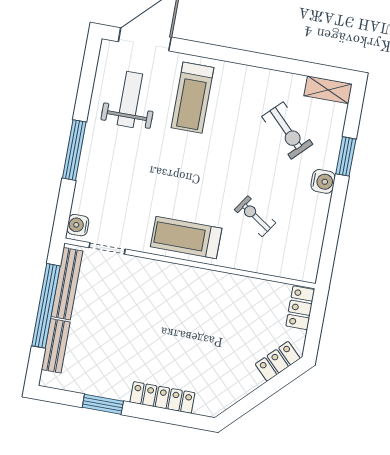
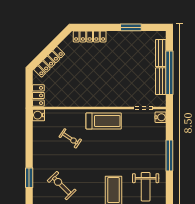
water cooler: (323, 181) -> (39, 115), moved
bench: (67, 284) -> (161, 81), width x0.73
locker: (278, 361) -> (49, 62), width x1.53
locker: (162, 397) -> (90, 36), moved

